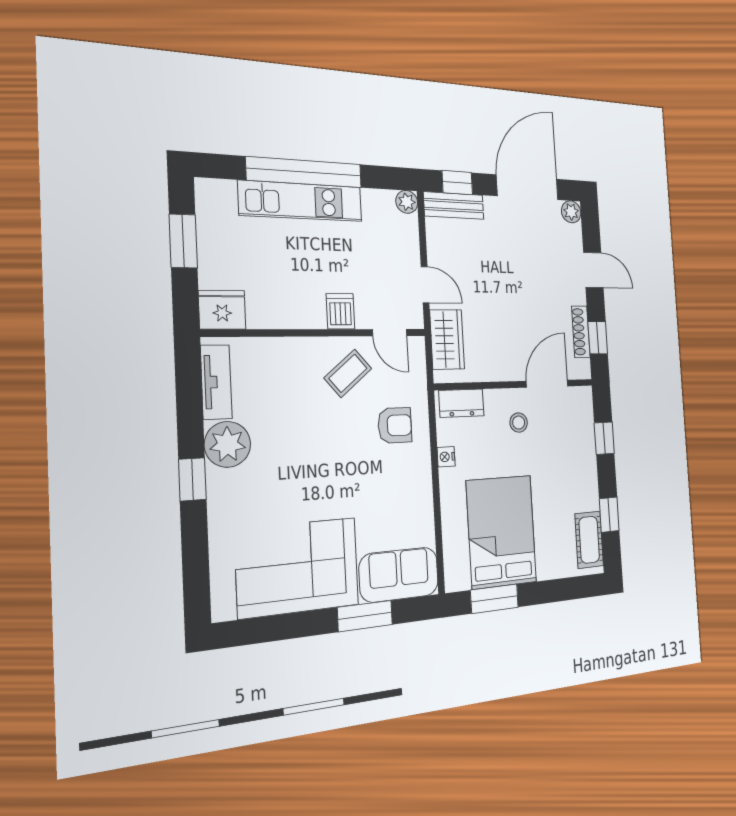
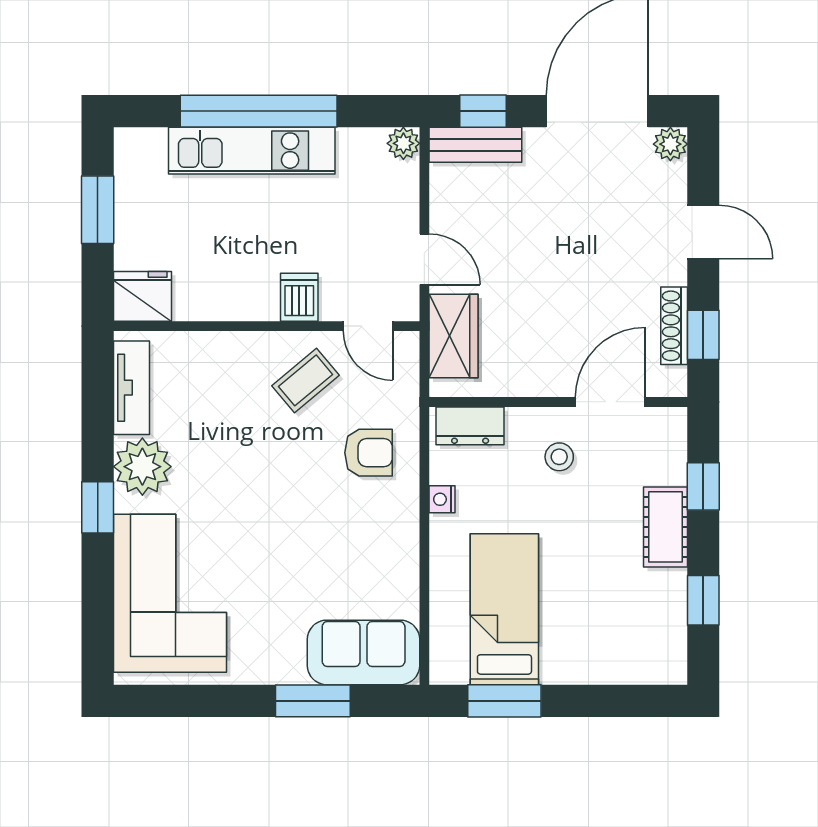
bed: (501, 532) -> (504, 609), width x0.67
cot: (589, 540) -> (665, 527), moved
corner sofa: (298, 567) -> (170, 593), moved, turned 90

